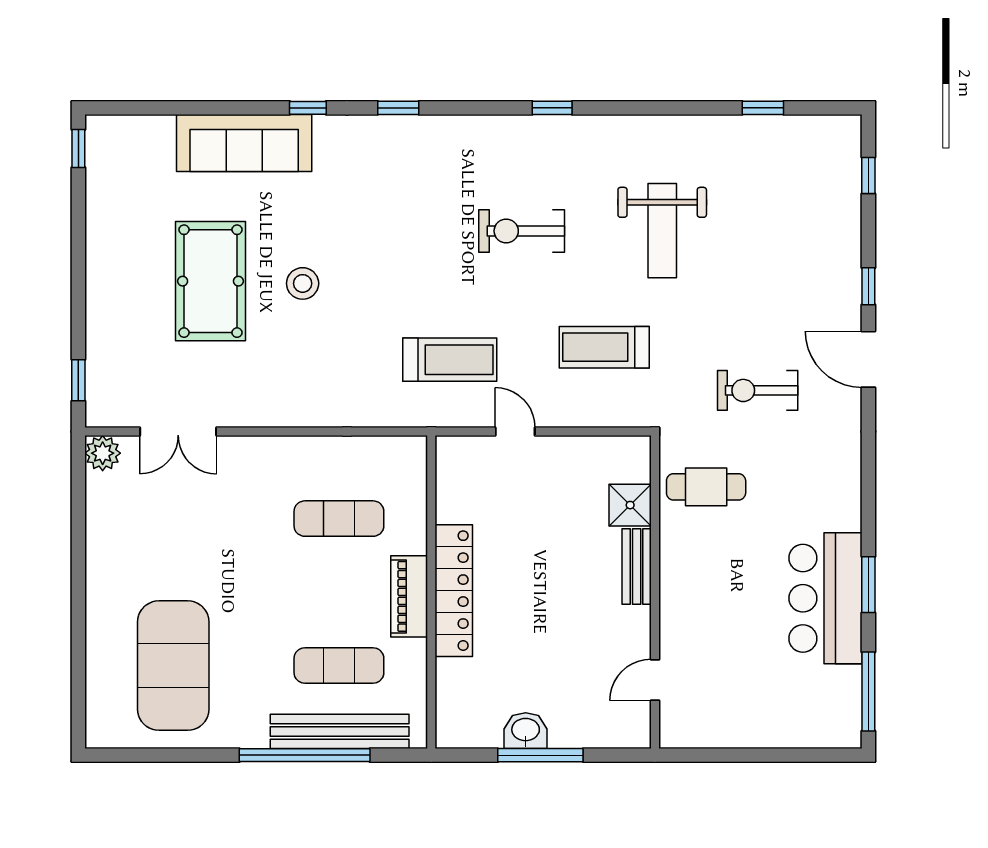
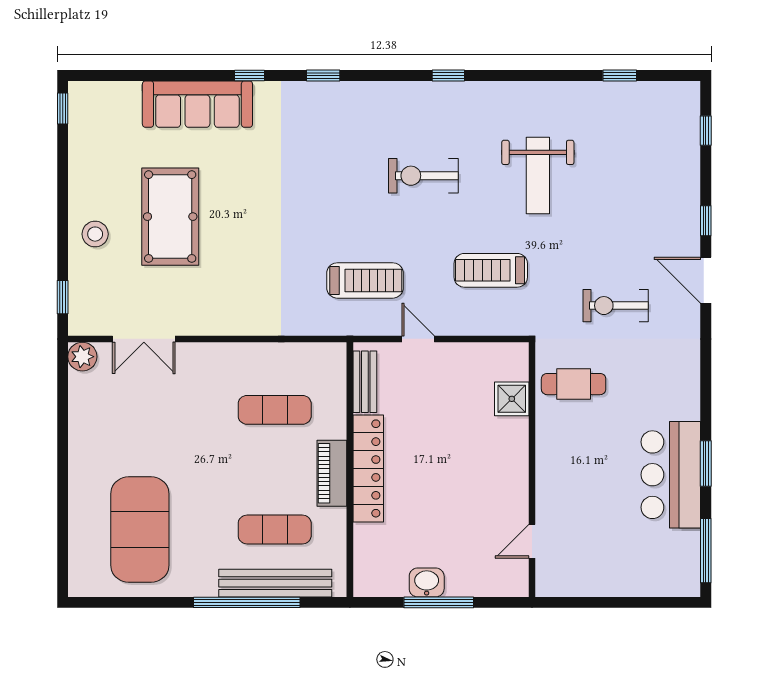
stool: (303, 283) -> (95, 234), moved
bench: (637, 567) -> (365, 382), moved

